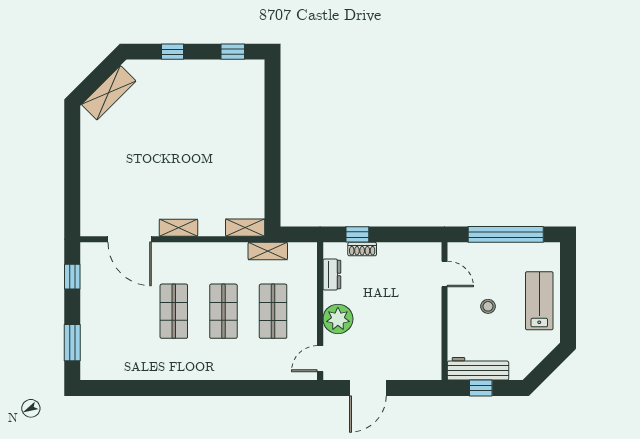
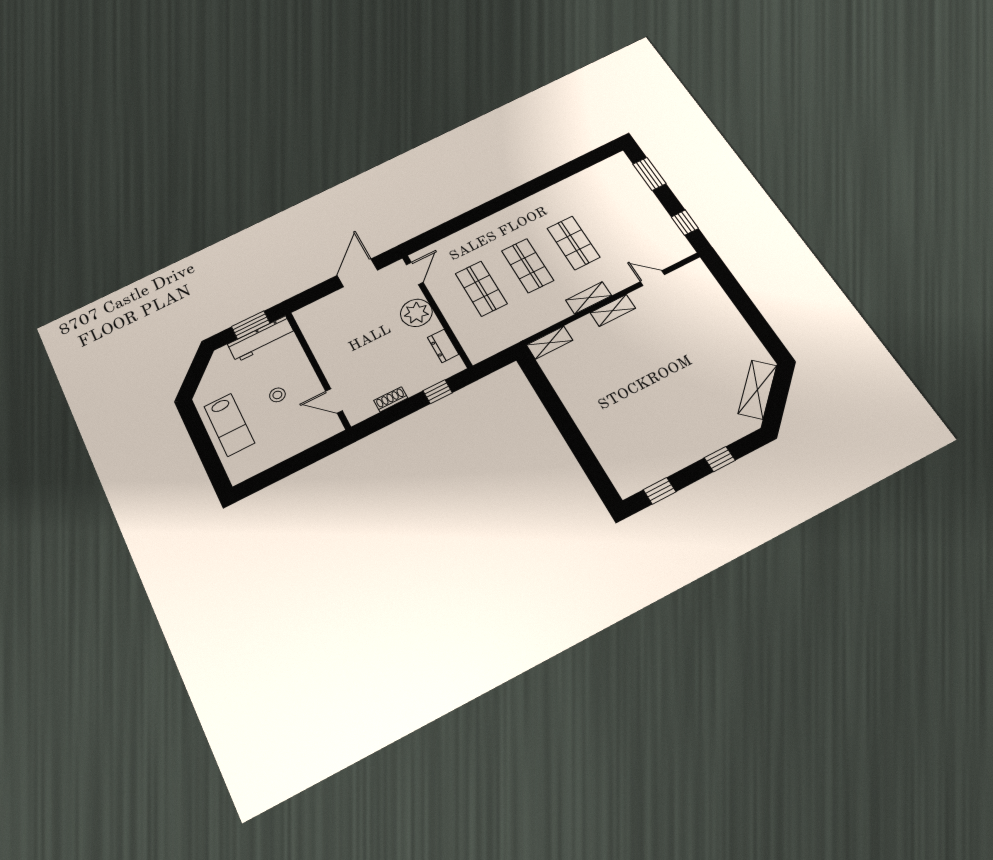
window: (506, 234) -> (291, 466), removed
door: (130, 239) -> (652, 278), width x0.53
shoe rack: (362, 249) -> (391, 399), moved
shelving: (268, 251) -> (589, 298), moved
window: (481, 388) -> (251, 325), width x1.50

